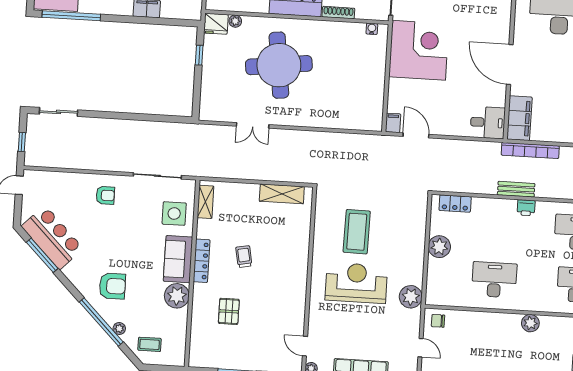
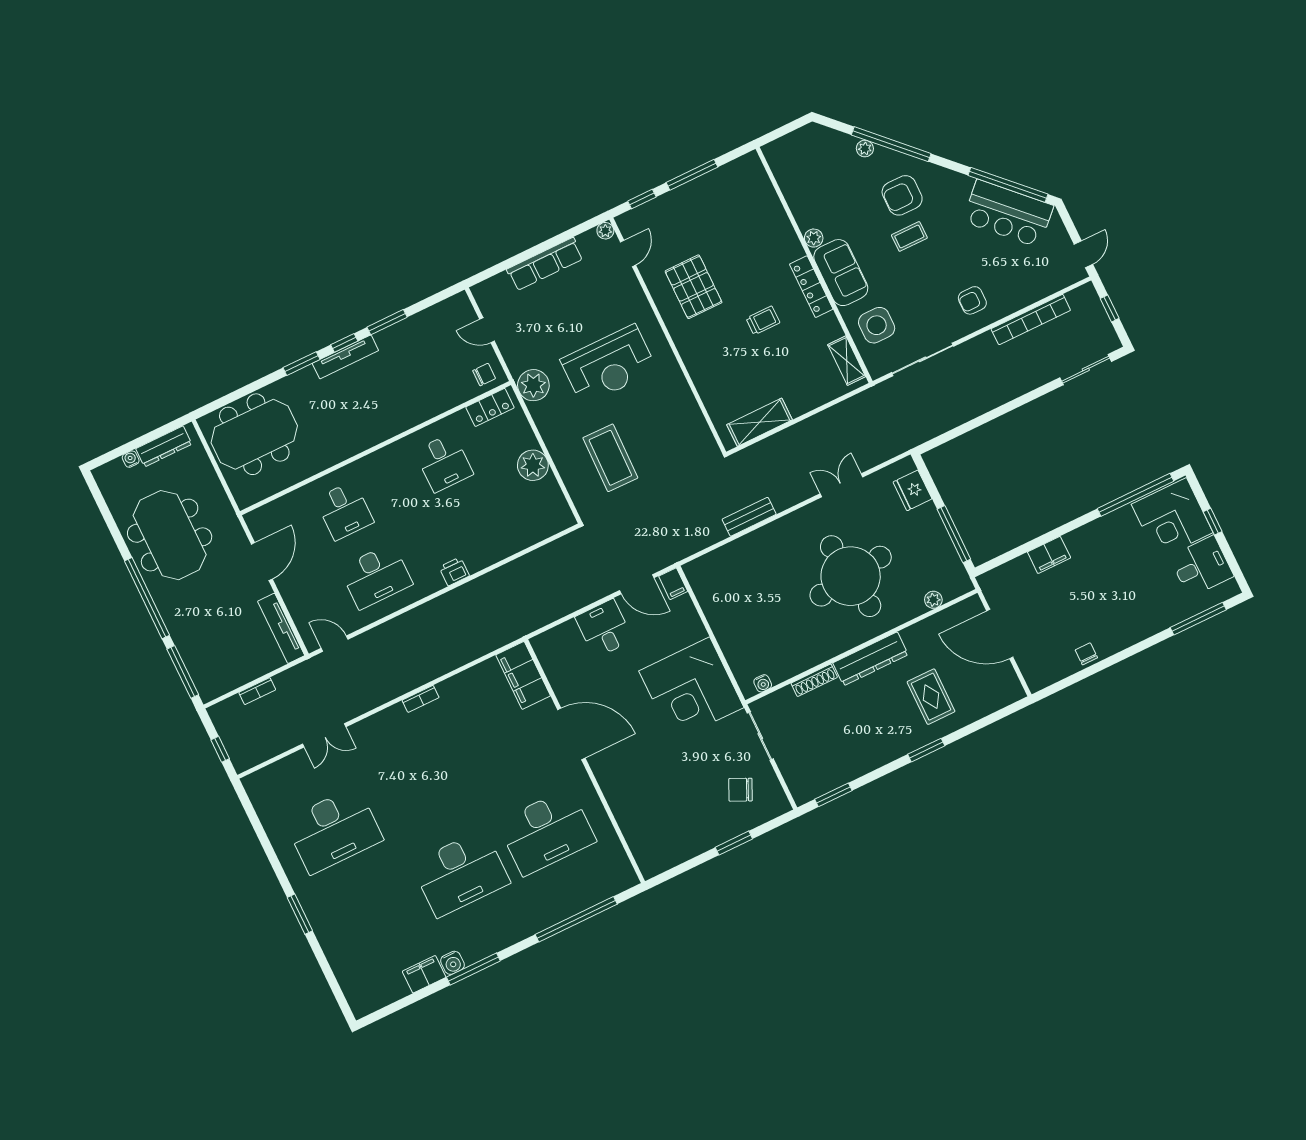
fridge: (216, 24) -> (912, 490), moved, turned -90
window: (199, 55) -> (954, 534), width x2.17
desk: (488, 123) -> (604, 628), moved, turned 90
bookcase: (530, 150) -> (1031, 320), moved, turned 180
bench: (516, 189) -> (749, 517), moved
locker: (455, 204) -> (490, 407), moved, turned 180
coffee table: (357, 232) -> (610, 458), moved
window: (42, 255) -> (1008, 185), width x1.46
trolley: (244, 257) -> (763, 320), turned -79
desk: (494, 280) -> (444, 463), width x0.73
plant: (177, 296) -> (814, 238), width x0.53, depth x0.53
pallet: (229, 311) -> (694, 287), moved, width x1.50, depth x1.42
plant: (530, 323) -> (371, 435), removed
coffee table: (150, 344) -> (909, 236), moved
door: (305, 346) -> (628, 253), hinge flipped

